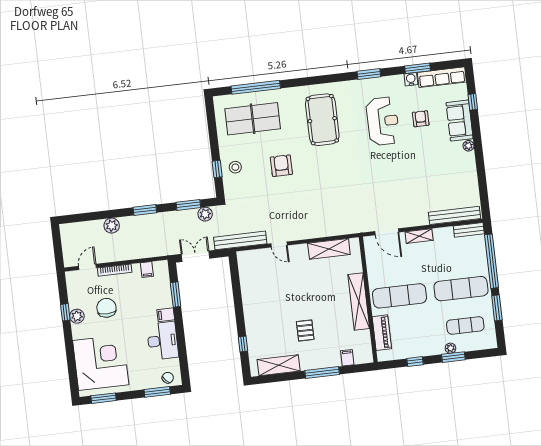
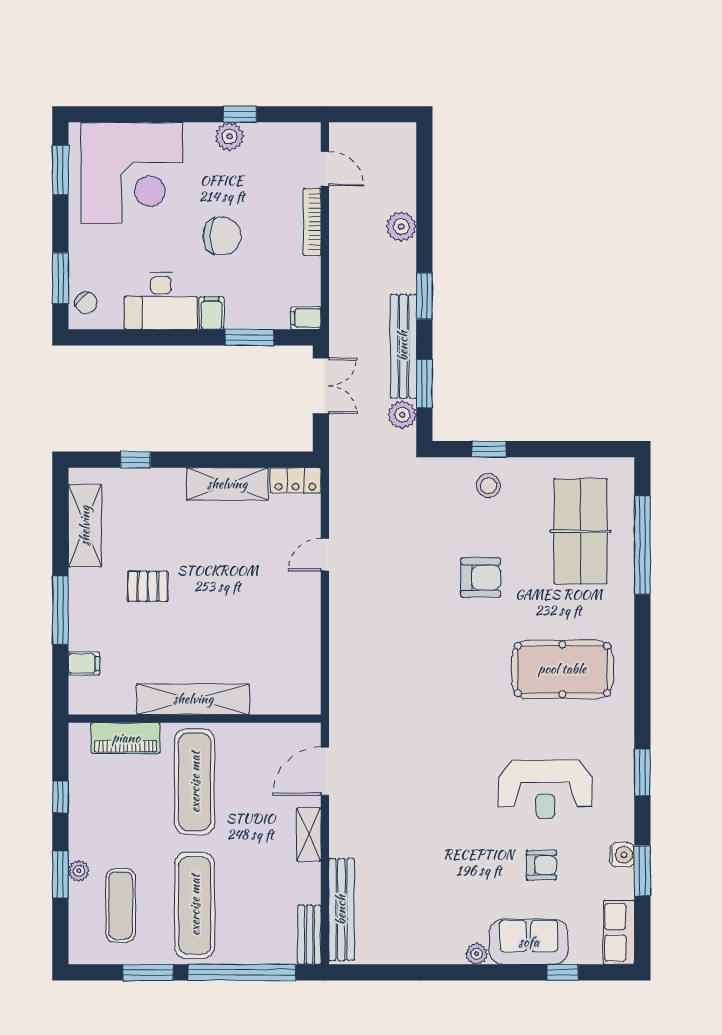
row of seats: (442, 77) -> (619, 932), width x0.68
bench: (240, 240) -> (403, 346), moved
shelving: (329, 249) -> (227, 484), moved, turned 90
locker: (244, 263) -> (296, 480), added
filing cabinet: (147, 270) -> (306, 318), moved
chair: (106, 308) -> (222, 236), moved

